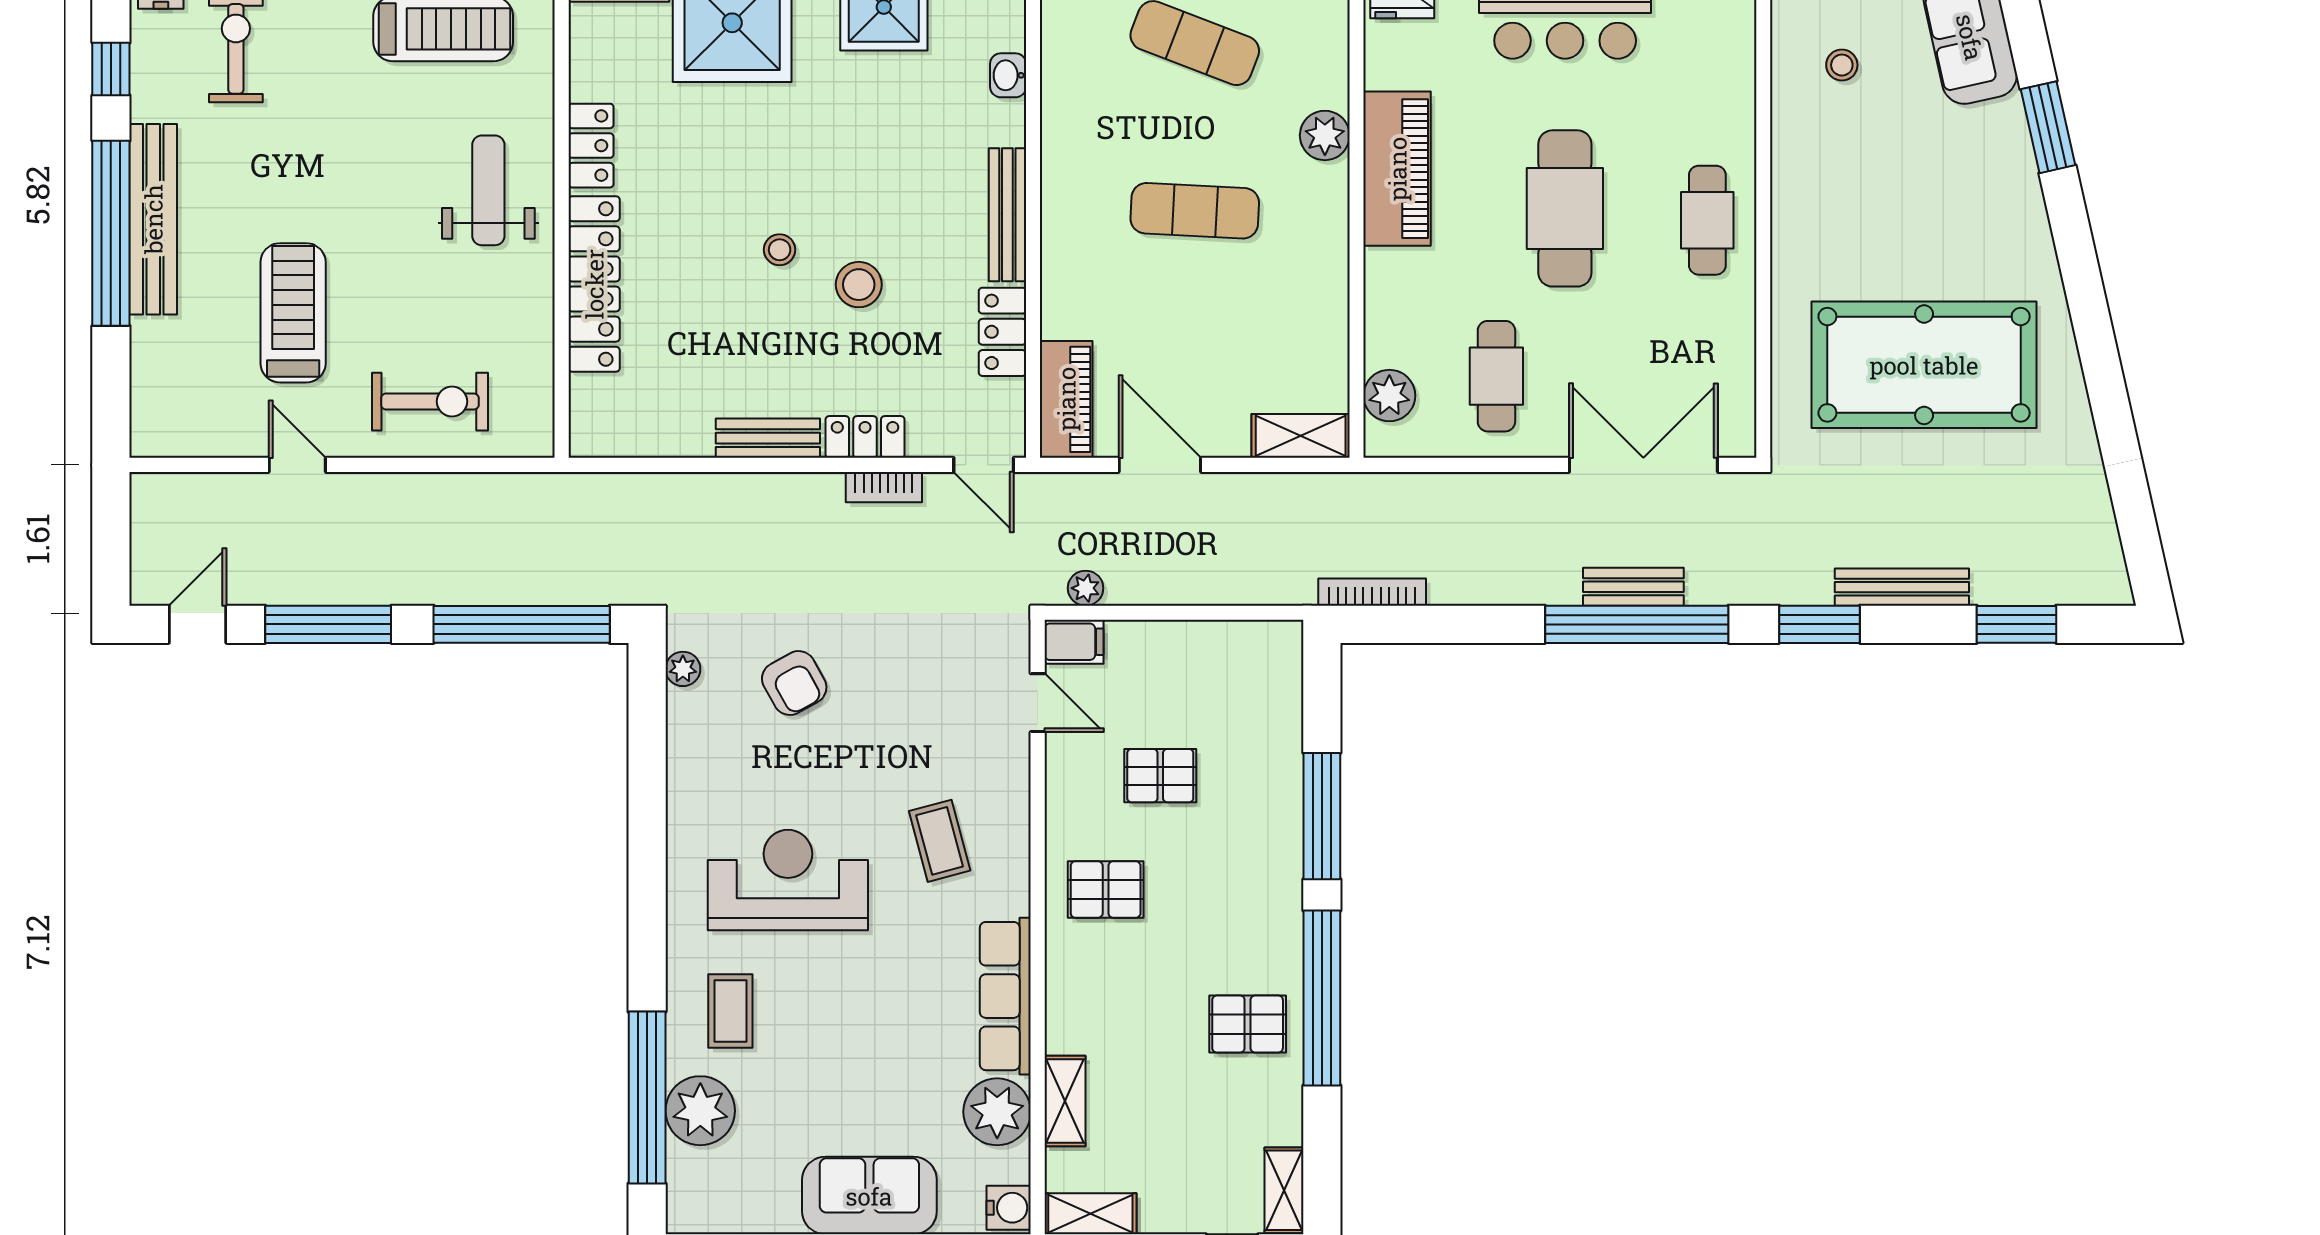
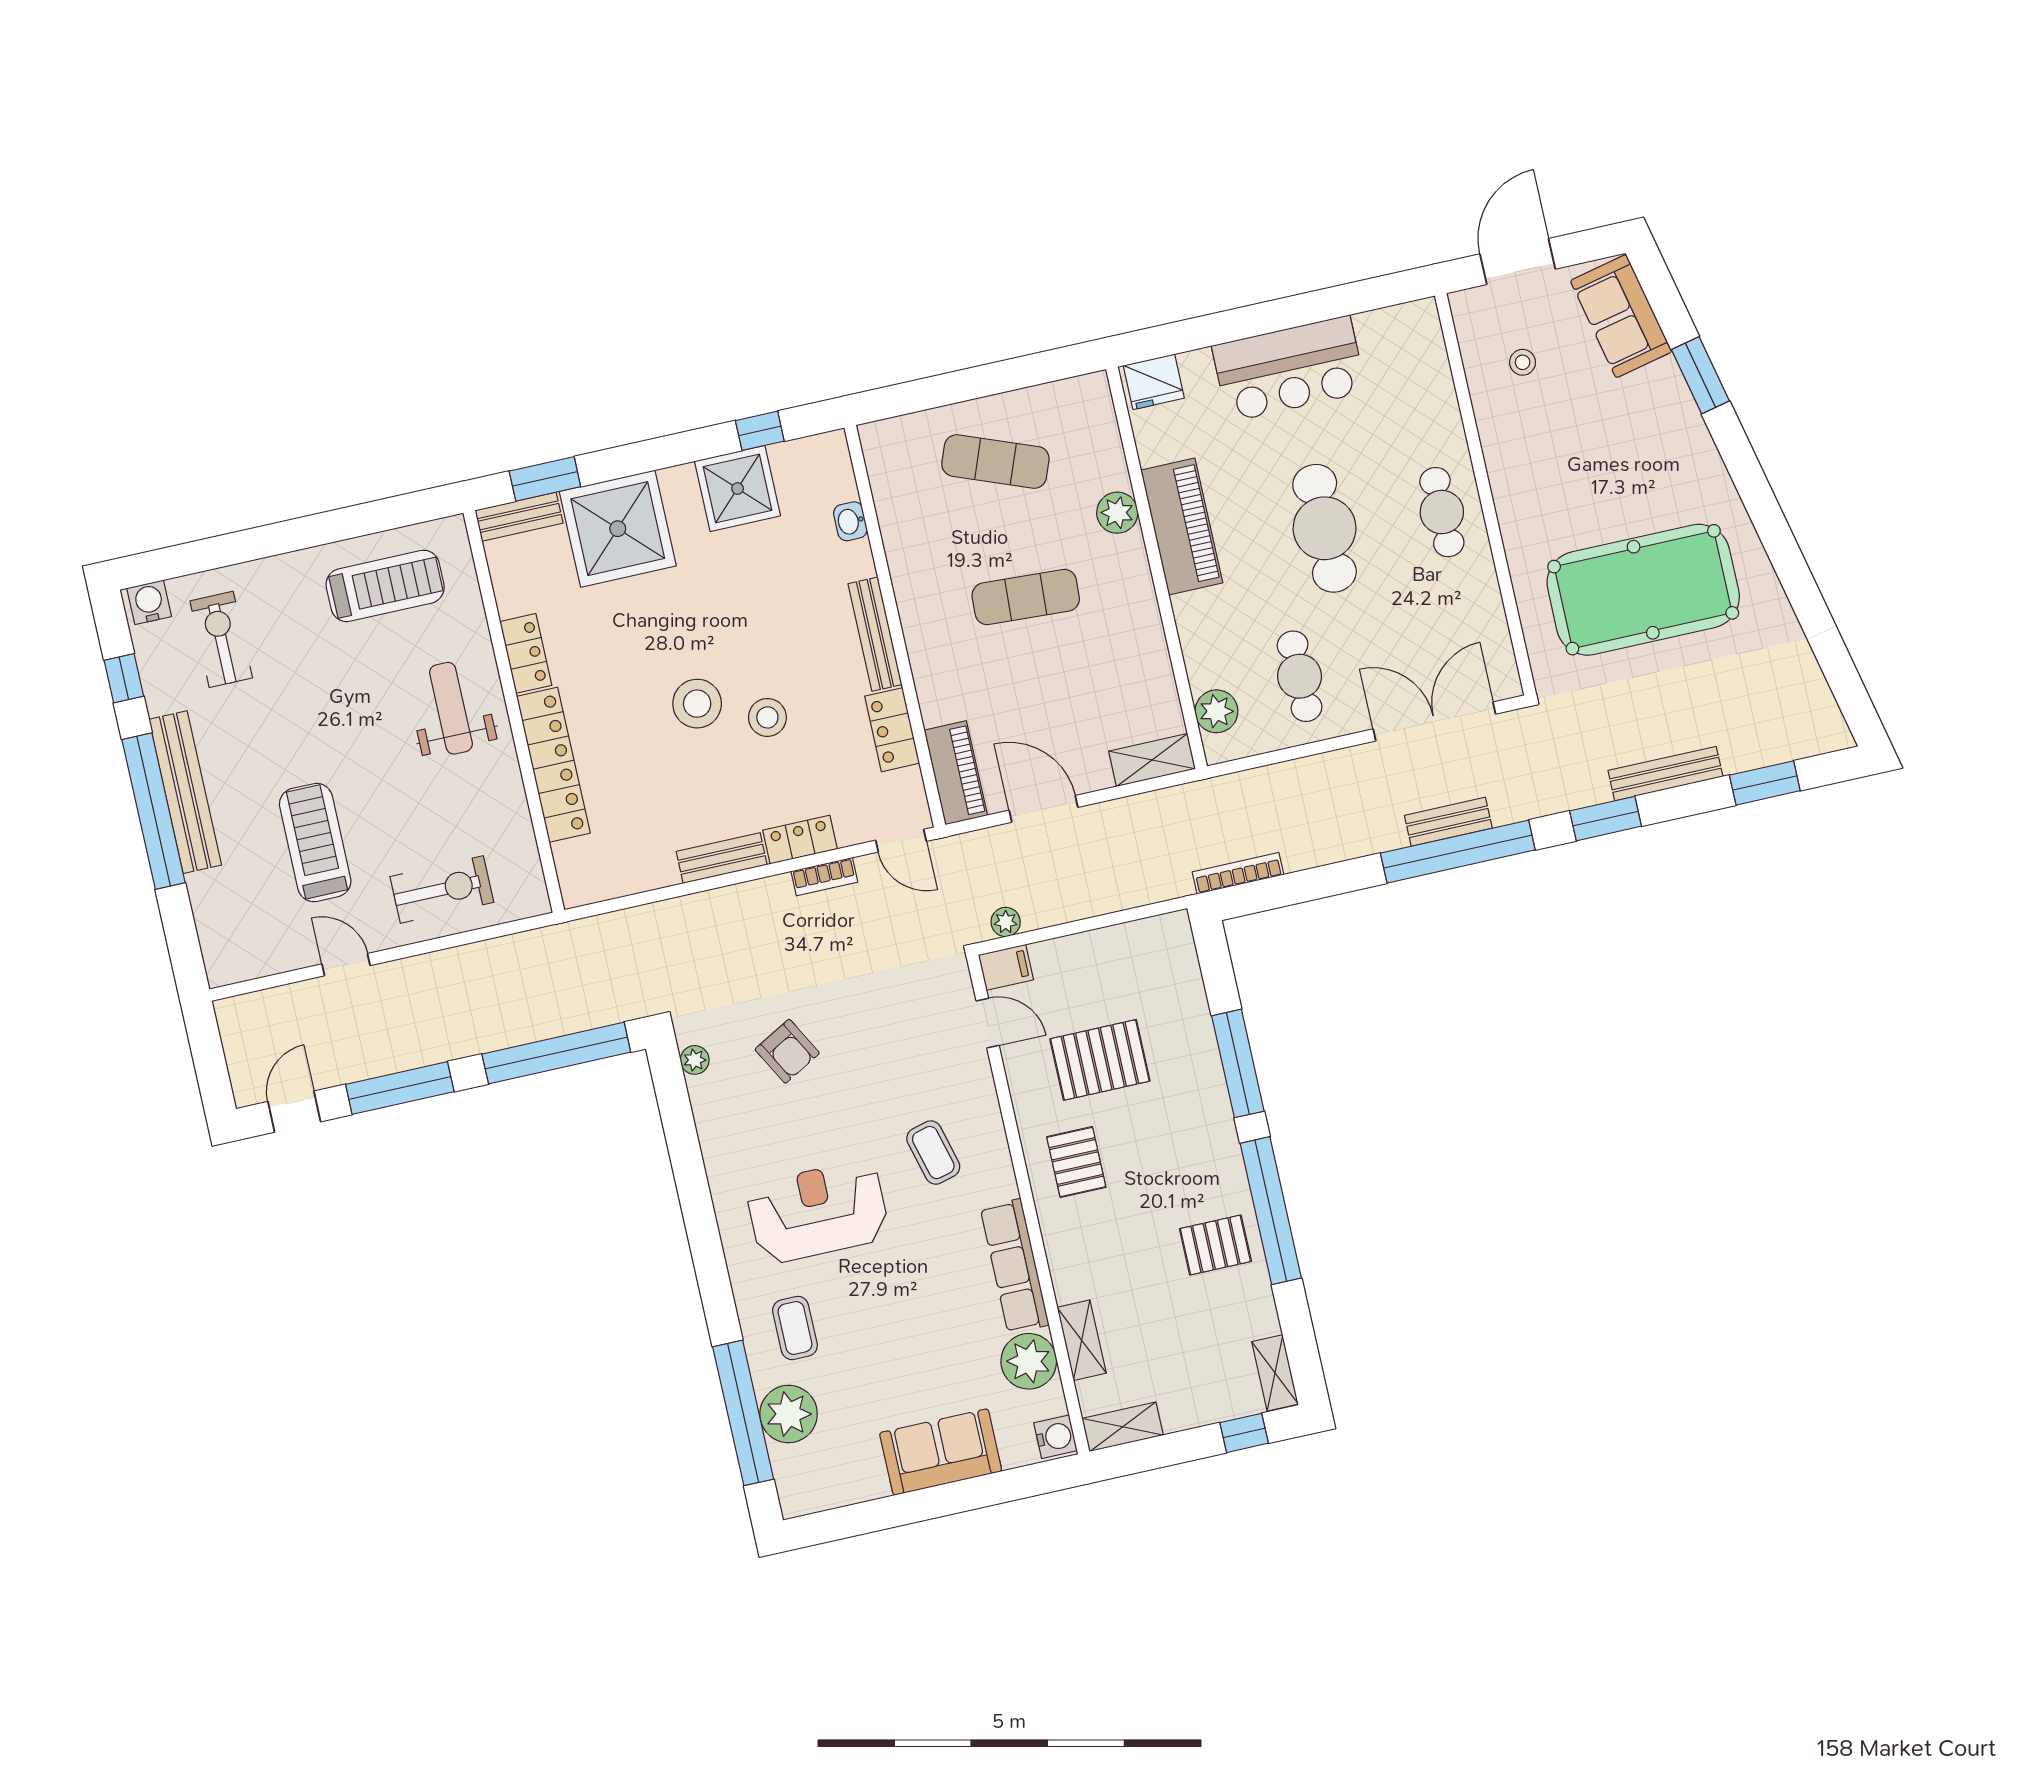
stool: (780, 250) -> (697, 704), width x1.89, depth x1.89
pallet: (1160, 776) -> (1100, 1060), width x1.50, depth x1.42
pallet: (1106, 890) -> (1076, 1162), turned 90

